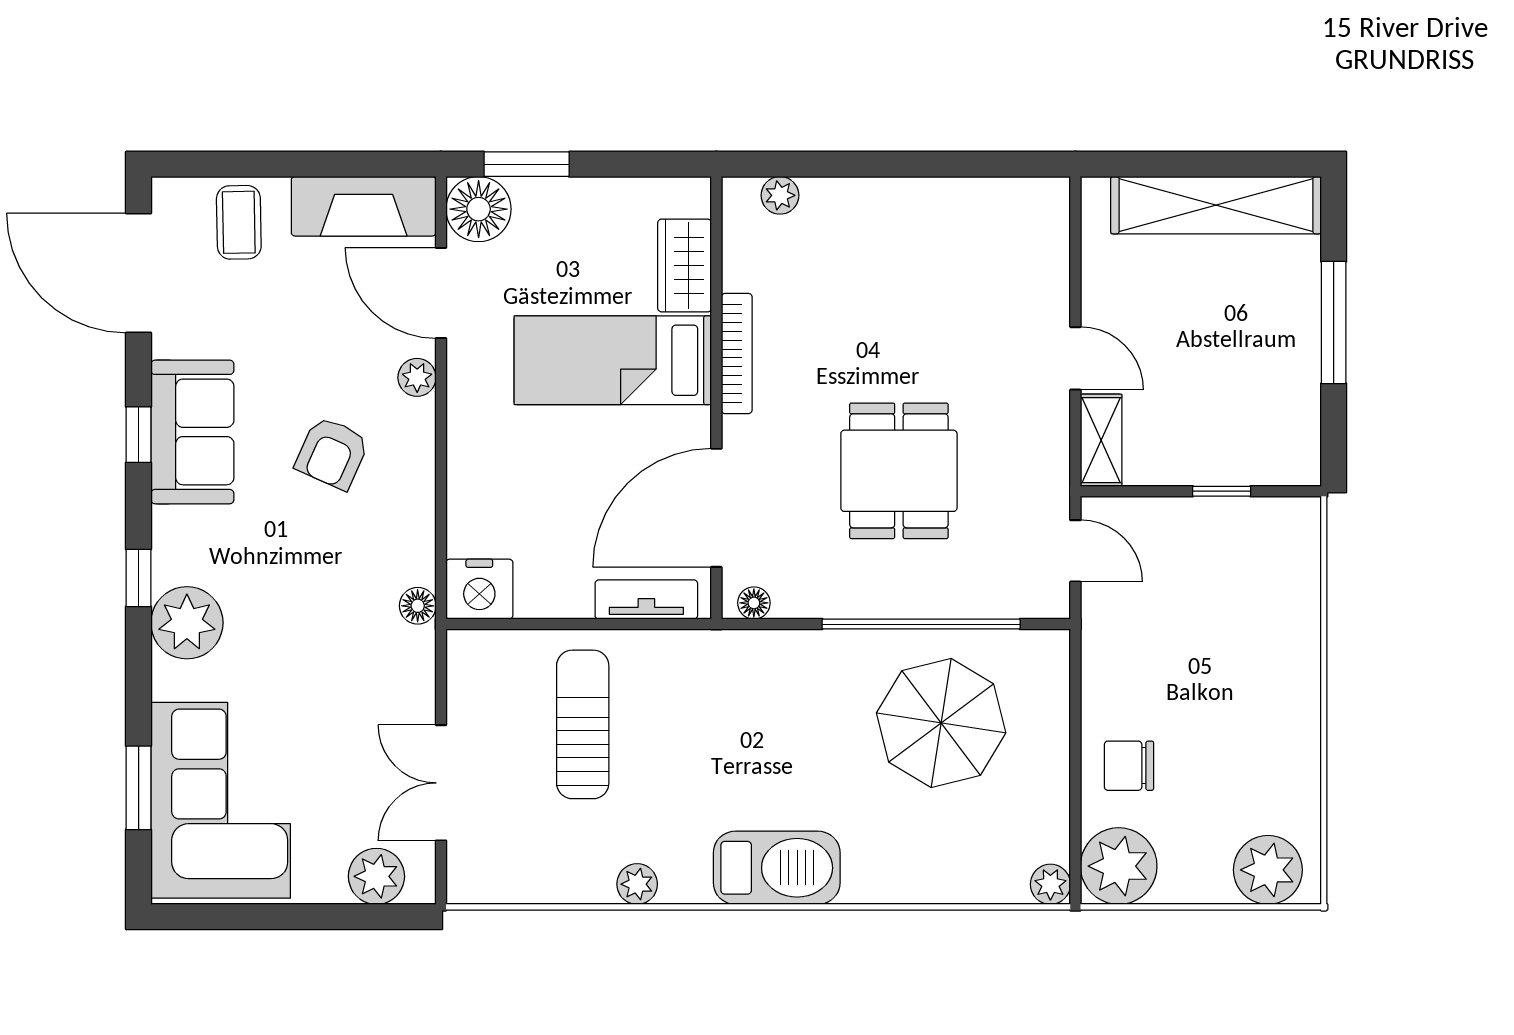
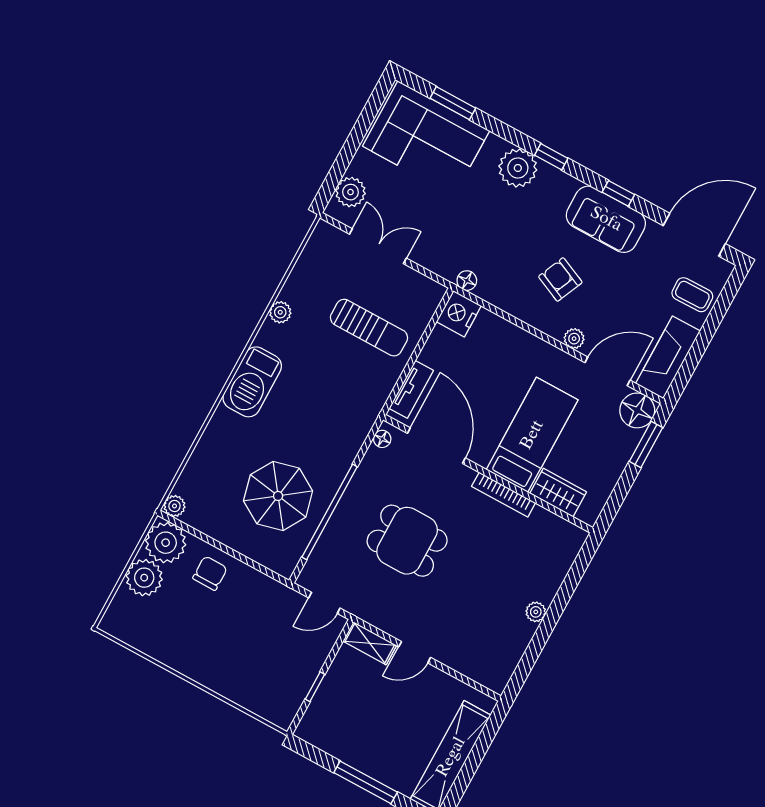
plant: (780, 195) -> (536, 612), moved
plant: (1268, 870) -> (144, 578), moved

